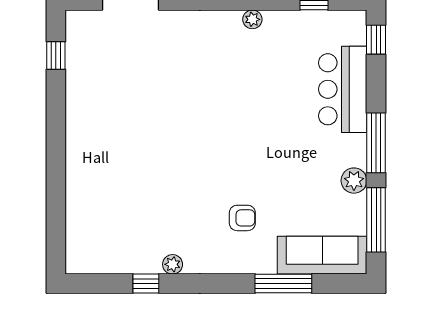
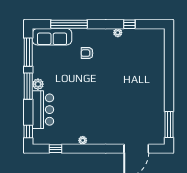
window: (56, 55) -> (169, 124), width x2.17
plant: (354, 181) -> (38, 84), moved
window: (283, 284) -> (69, 24), width x1.46

